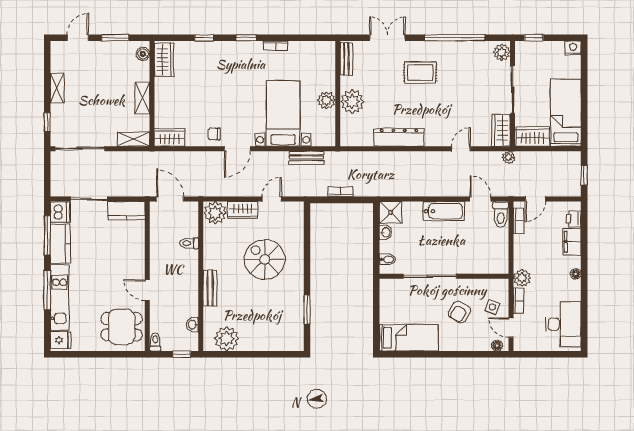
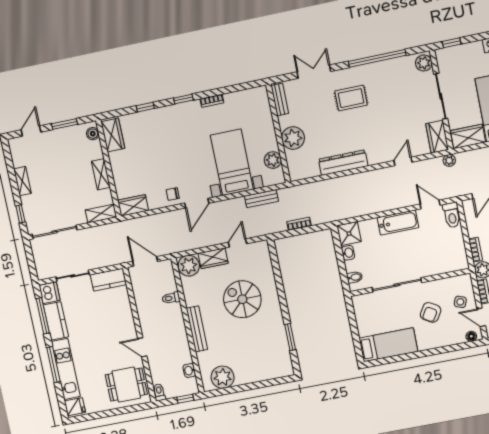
plant: (326, 100) -> (273, 160), moved
bookcase: (518, 221) -> (476, 250), moved
bench: (210, 288) -> (197, 329), width x1.36

